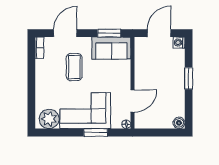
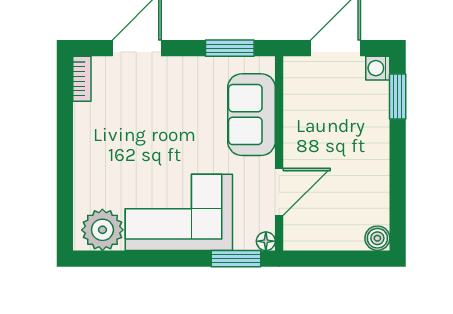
sofa: (111, 48) -> (251, 115), moved, turned 90
coffee table: (74, 67) -> (156, 120), removed
window: (189, 78) -> (398, 96), moved
window: (96, 132) -> (236, 259), moved

